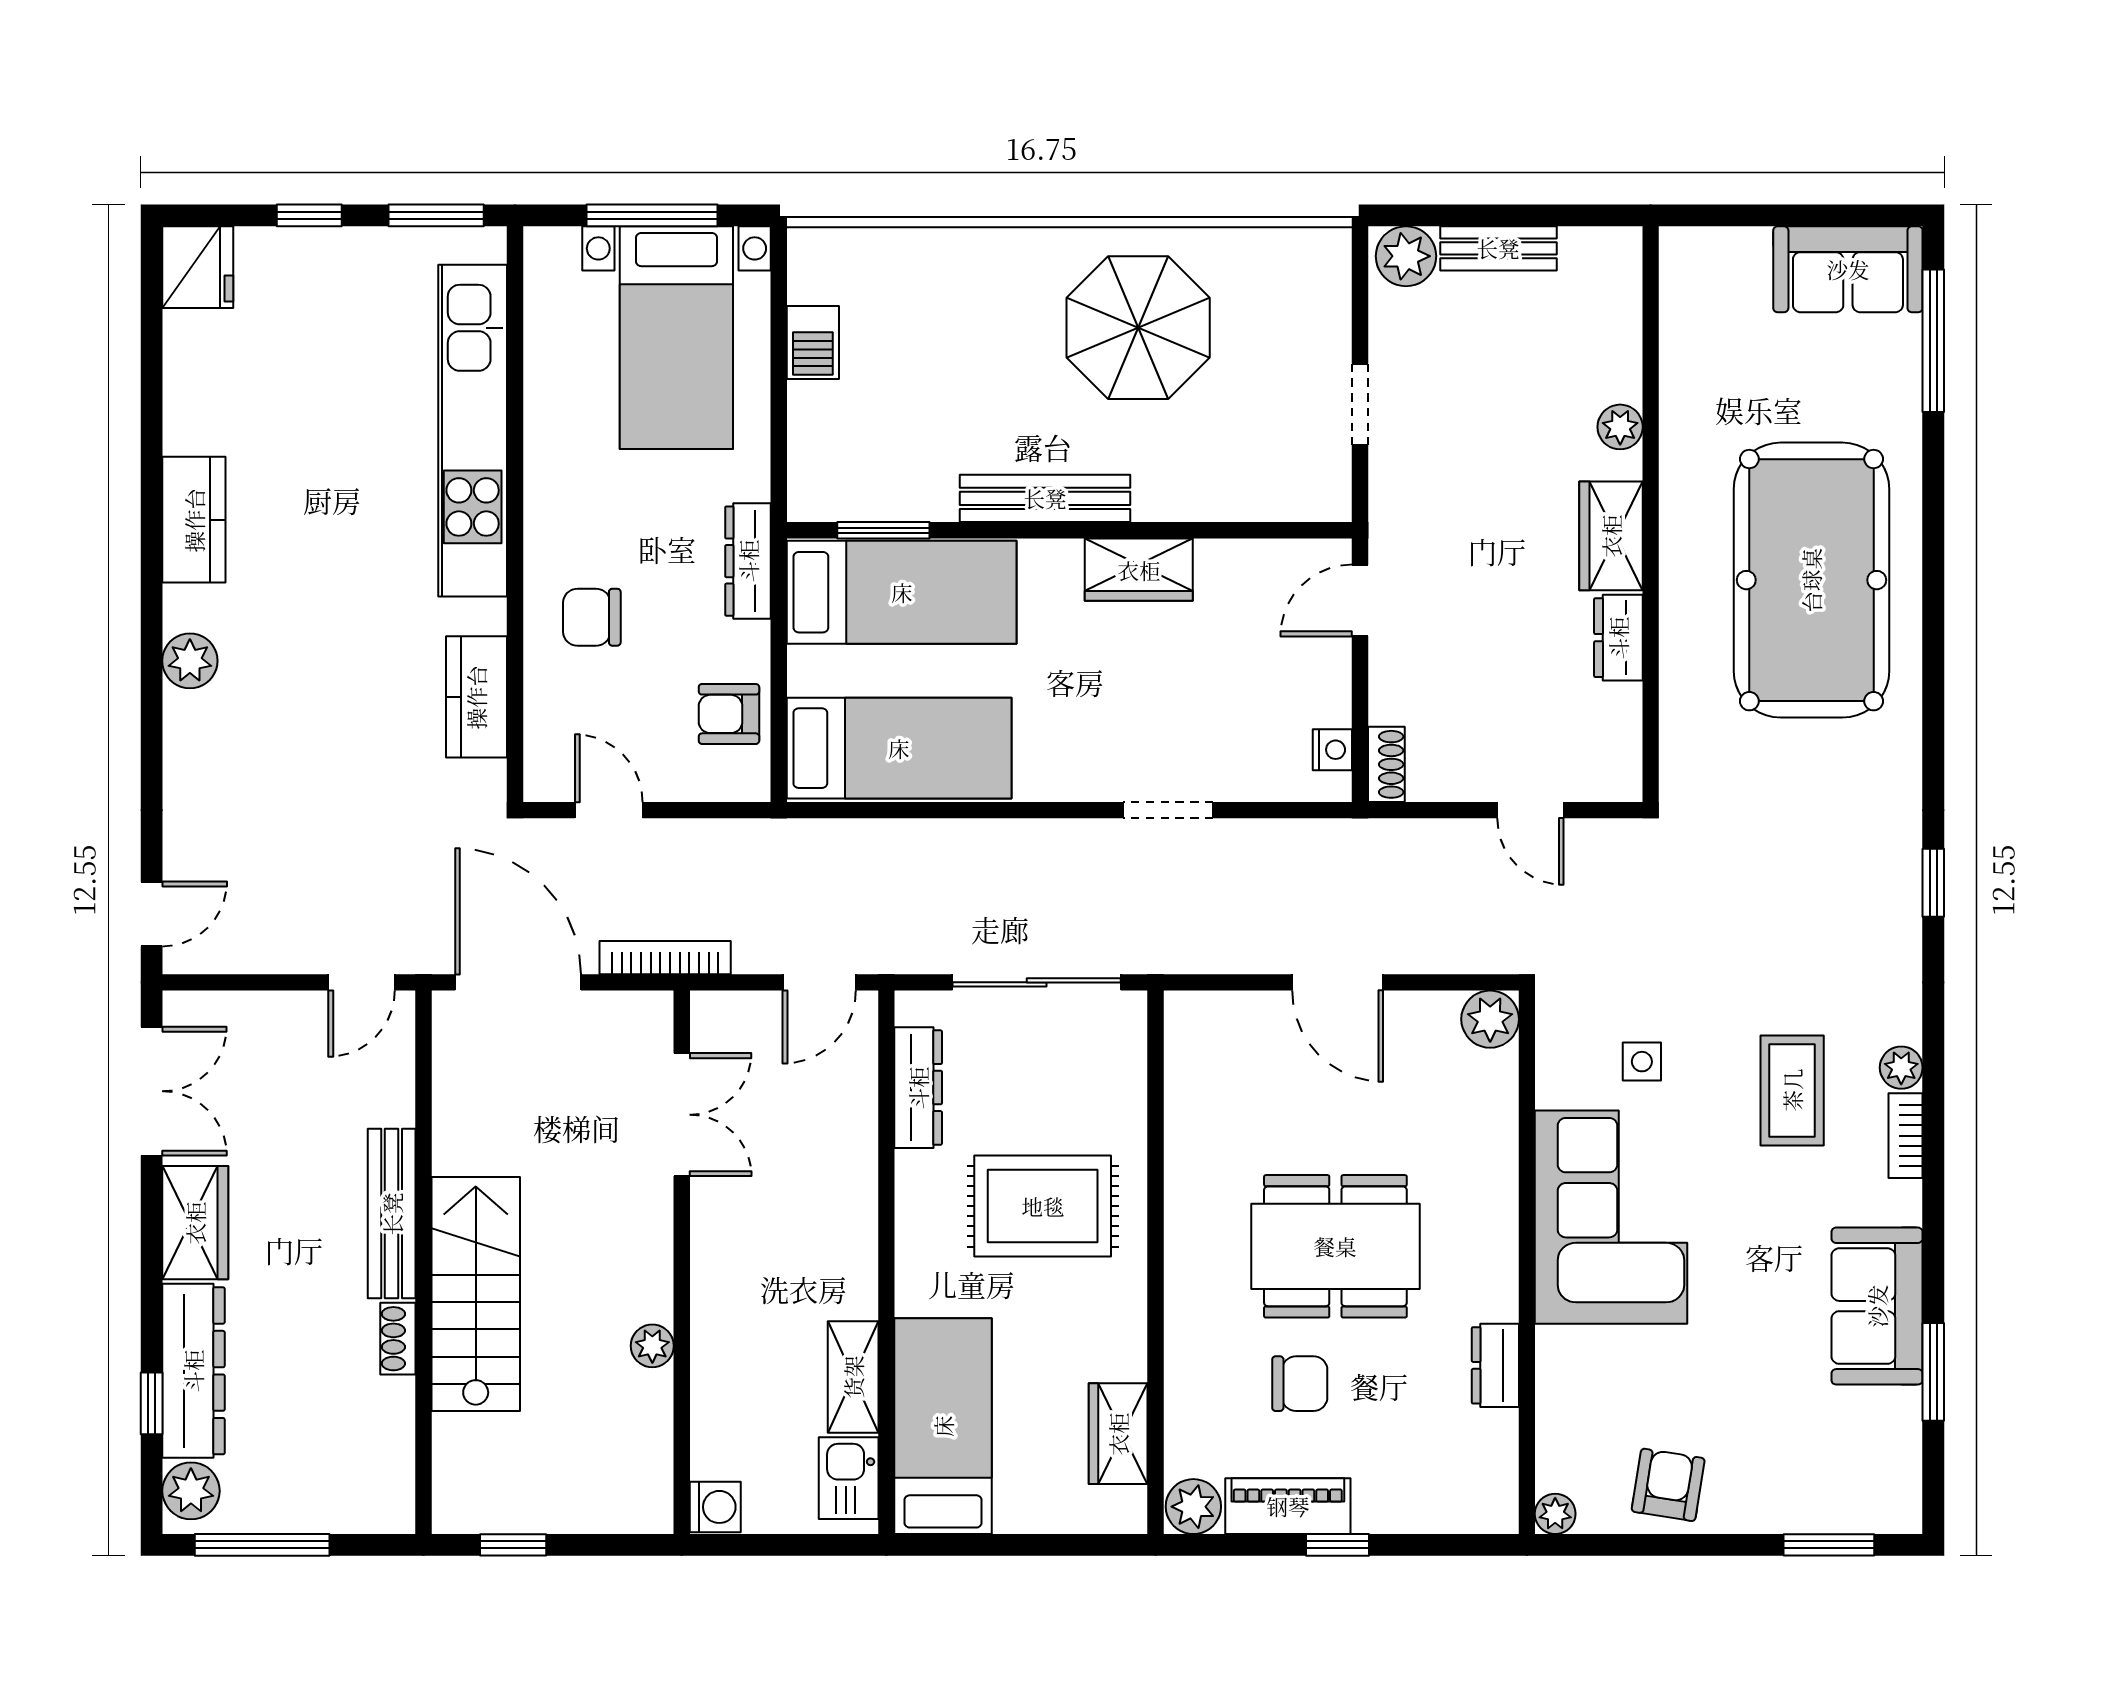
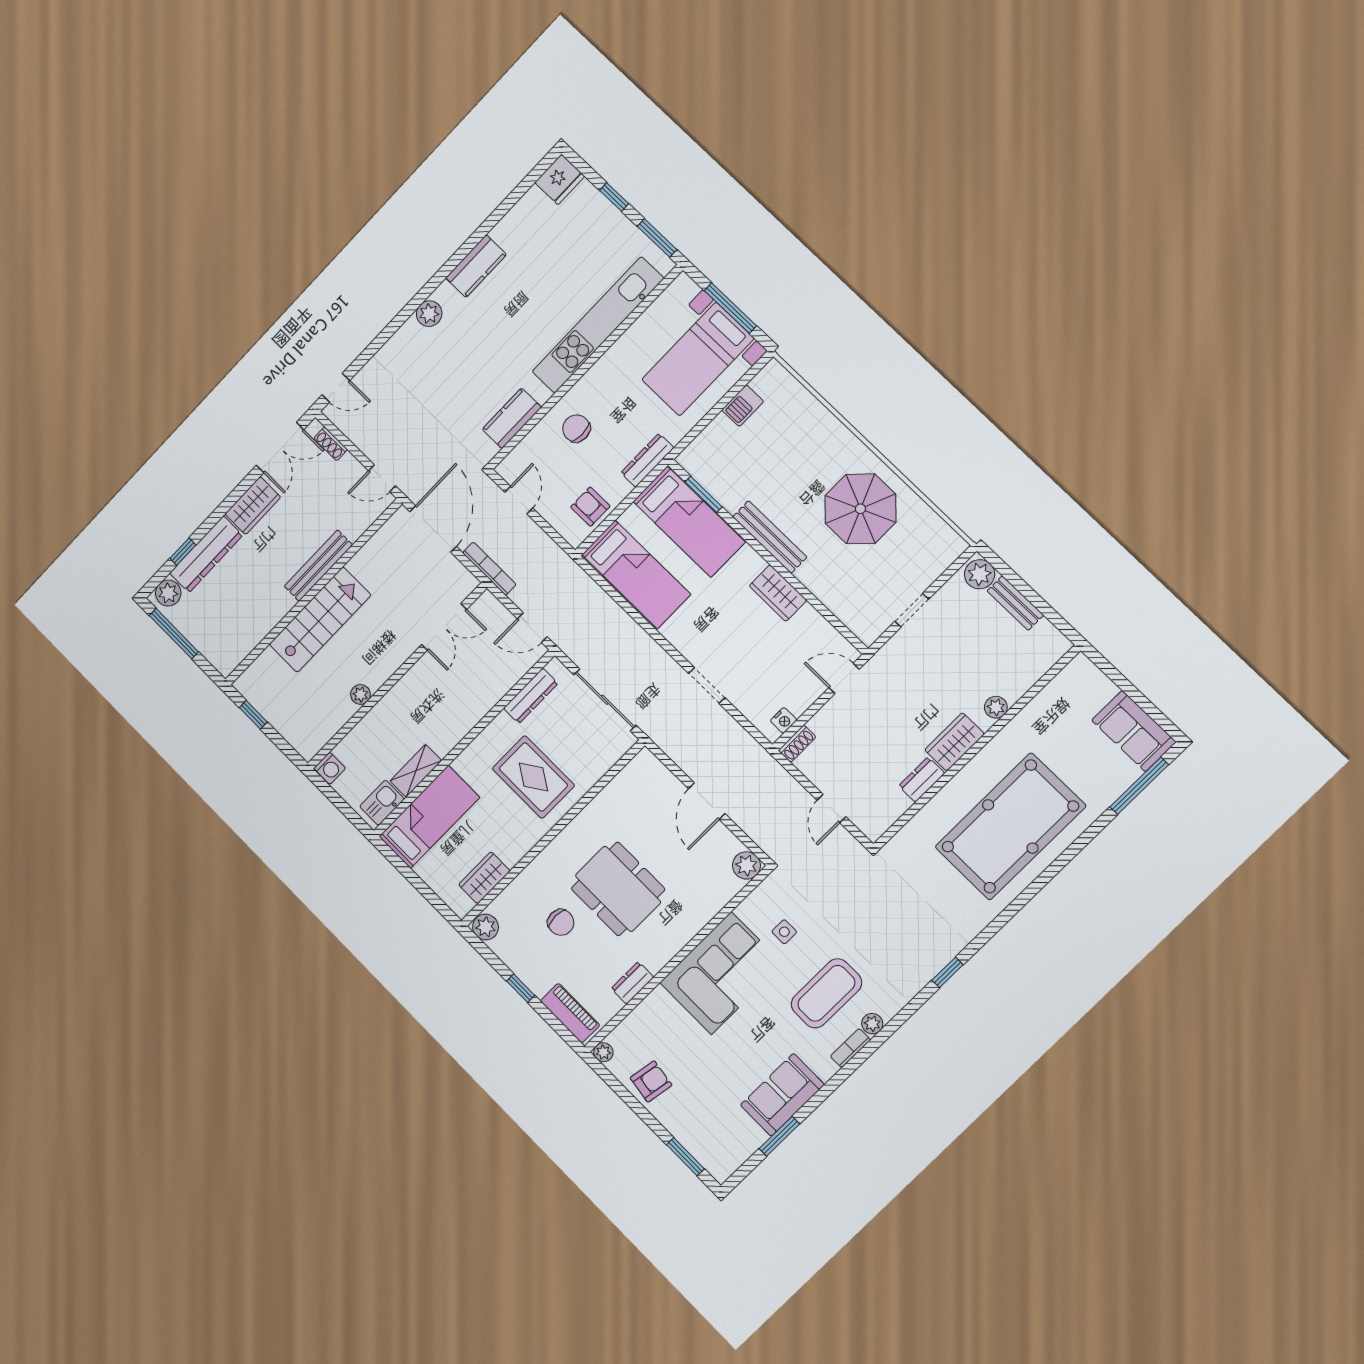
coffee table: (1792, 1090) -> (826, 993), width x1.36, depth x1.32
shoe rack: (398, 1339) -> (331, 444), moved, turned -90
piano: (1288, 1506) -> (570, 1013), moved

